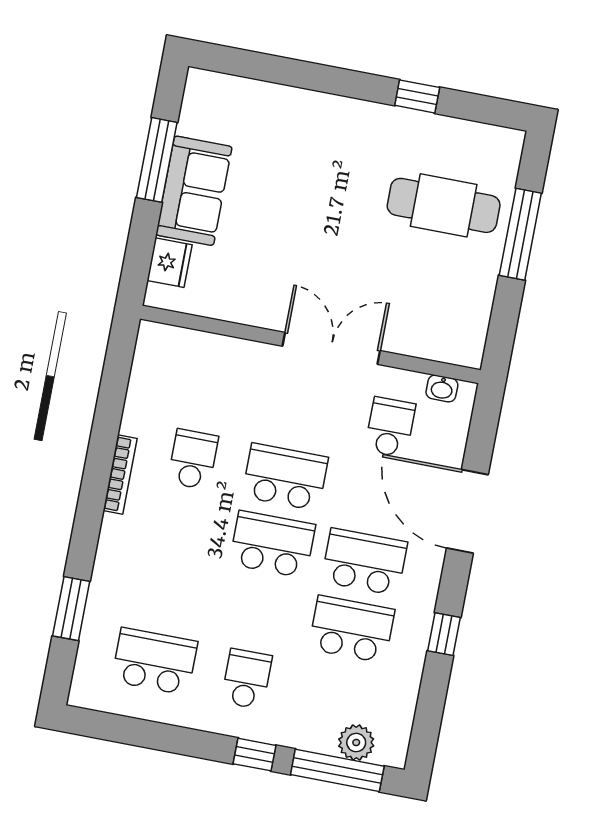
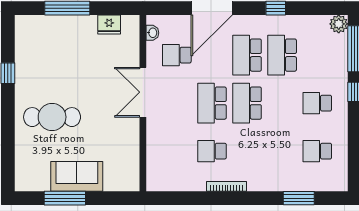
cafe table: (444, 205) -> (52, 117), moved, turned 90
fridge: (170, 263) -> (109, 24), moved, turned 180
school desk: (154, 661) -> (317, 151), width x0.54
plant: (356, 743) -> (339, 24), moved

